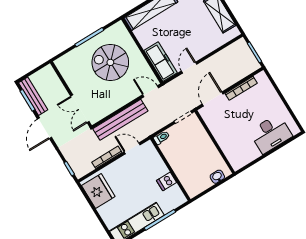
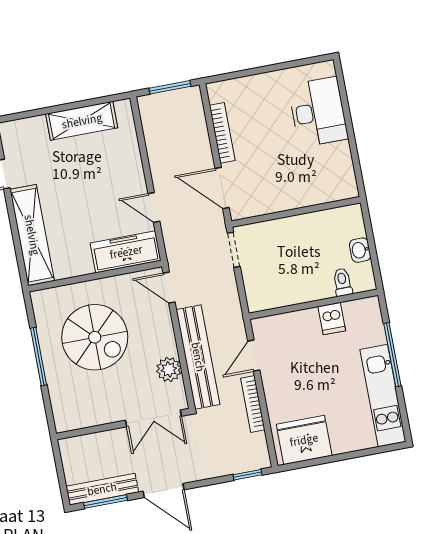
spiral stairs: (110, 62) -> (95, 337), turned -90
door: (151, 91) -> (169, 288), hinge flipped
plant: (108, 107) -> (169, 369), added
toilet: (162, 138) -> (342, 282), moved
washbasin: (217, 177) -> (360, 250), moved

